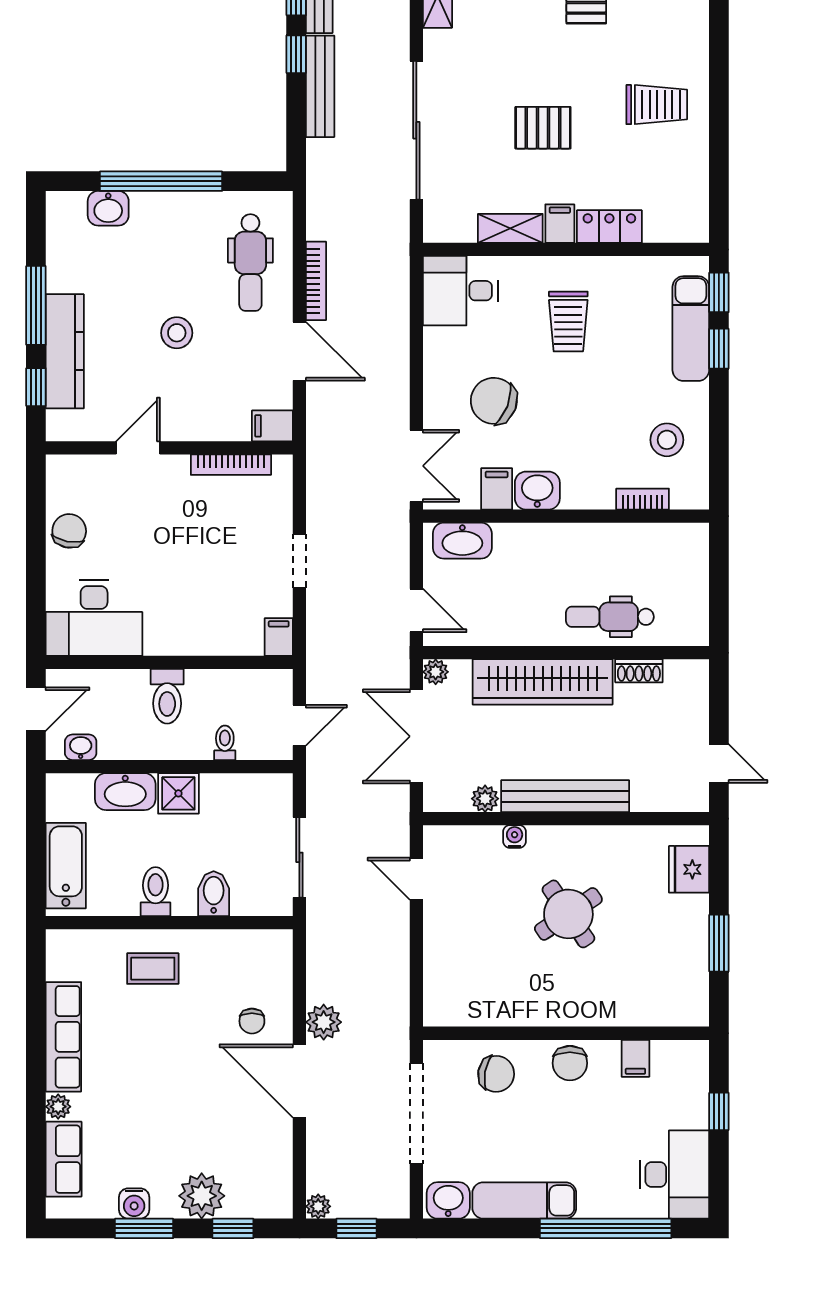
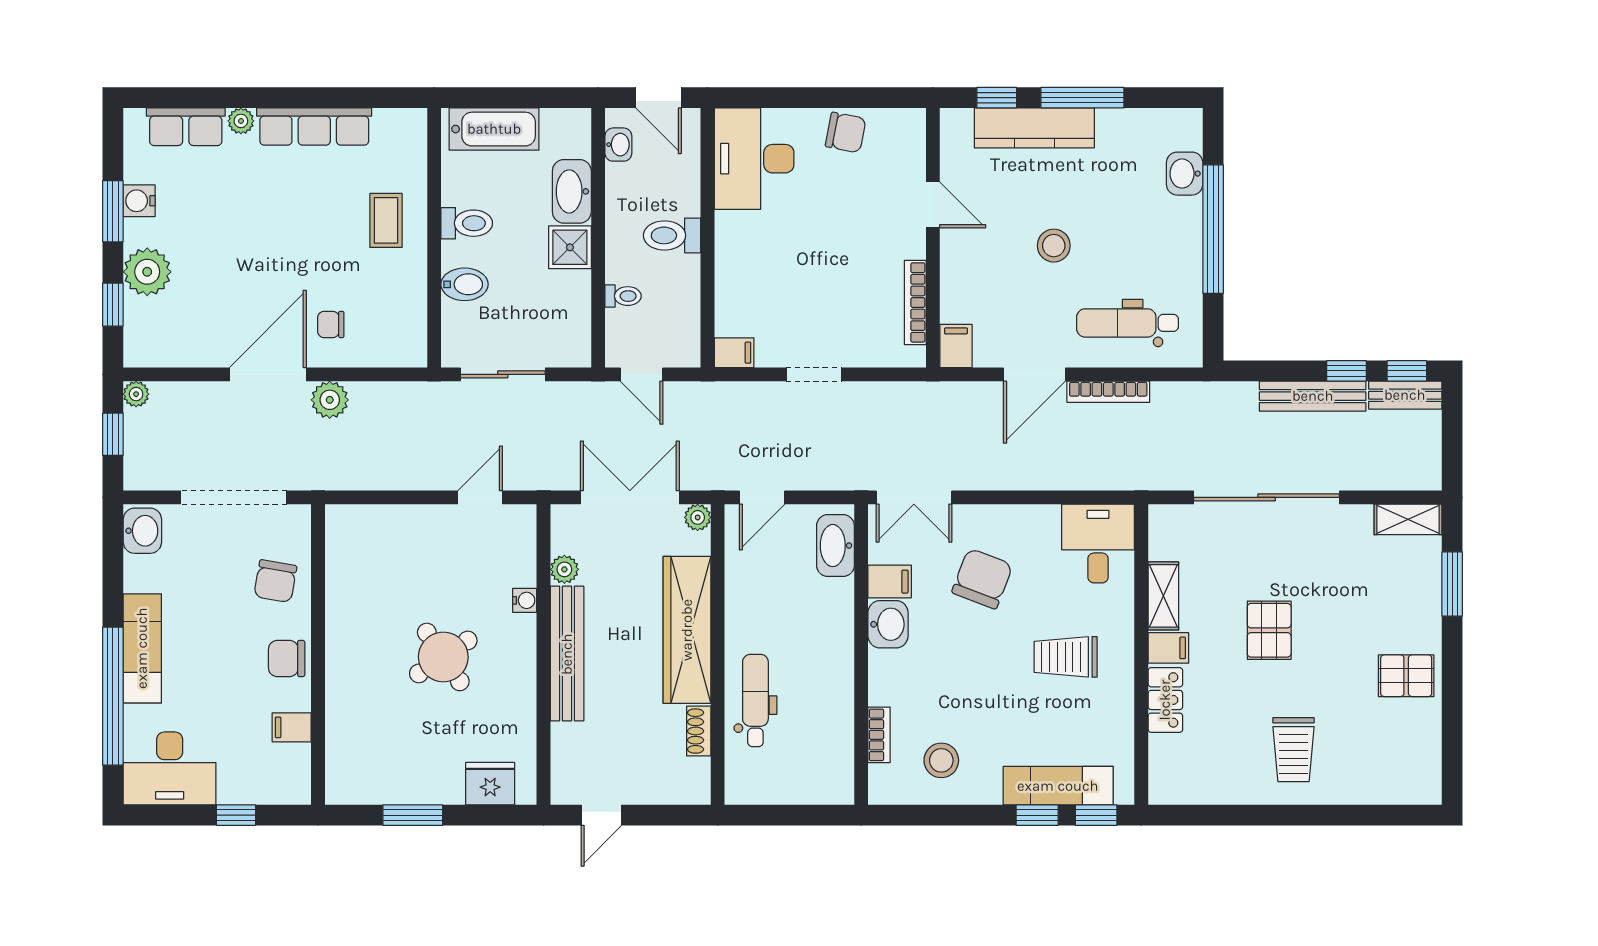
exam couch: (524, 1200) -> (142, 648), moved

